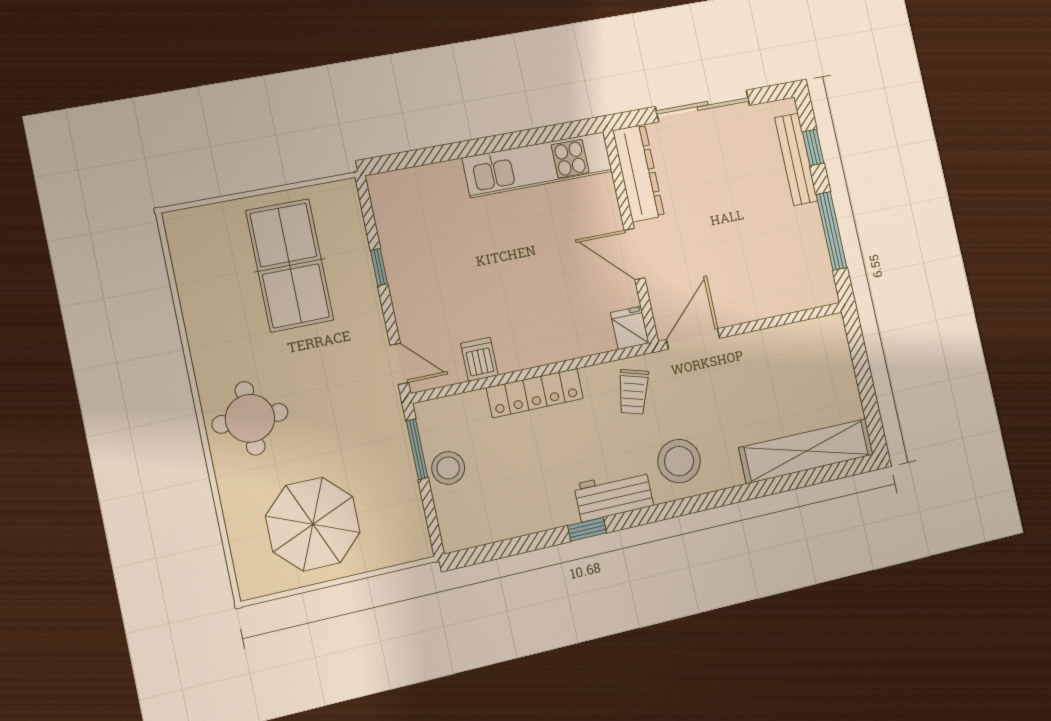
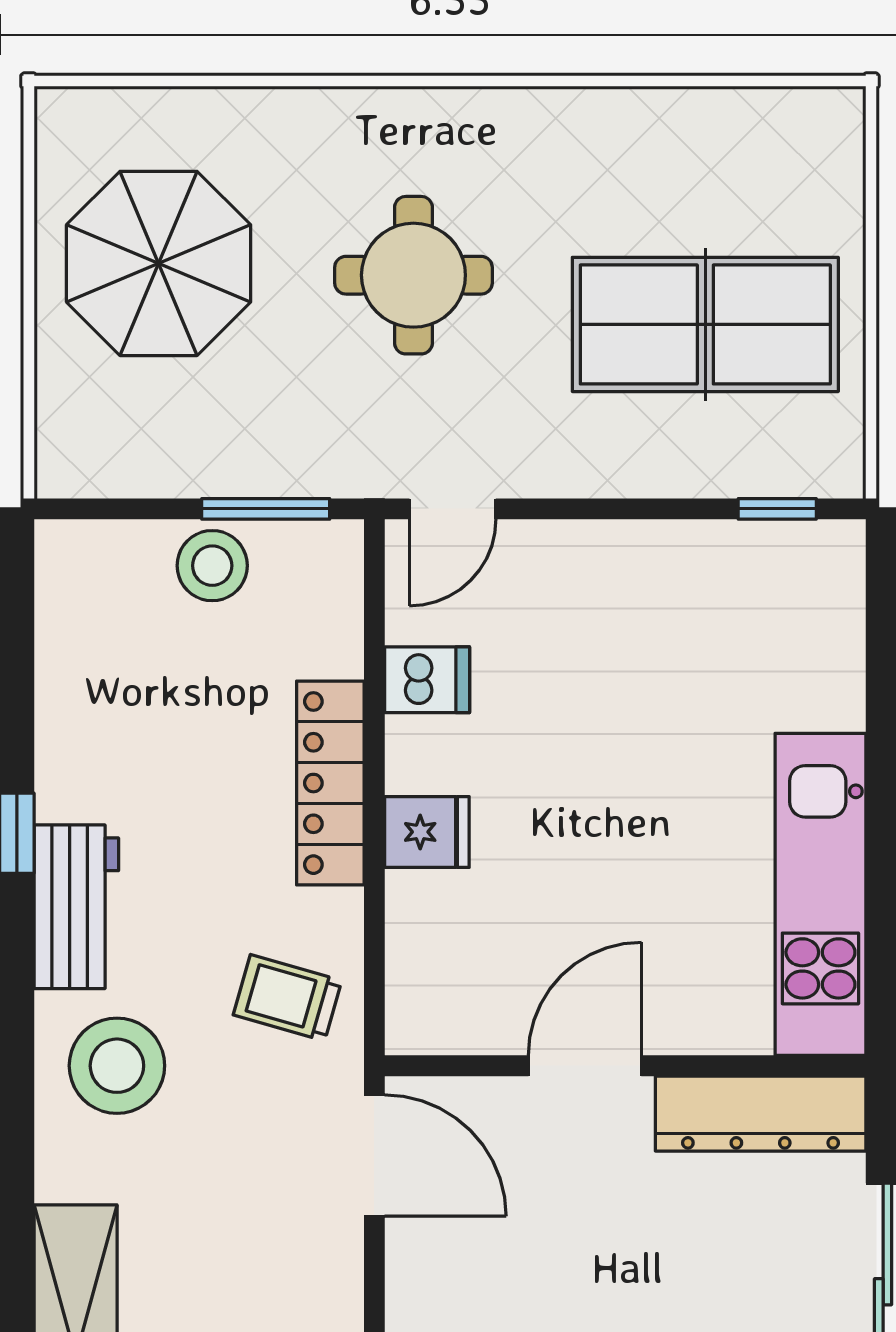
window: (379, 267) -> (777, 509), moved
fridge: (630, 328) -> (427, 832), moved
round table: (250, 418) -> (413, 275), moved

